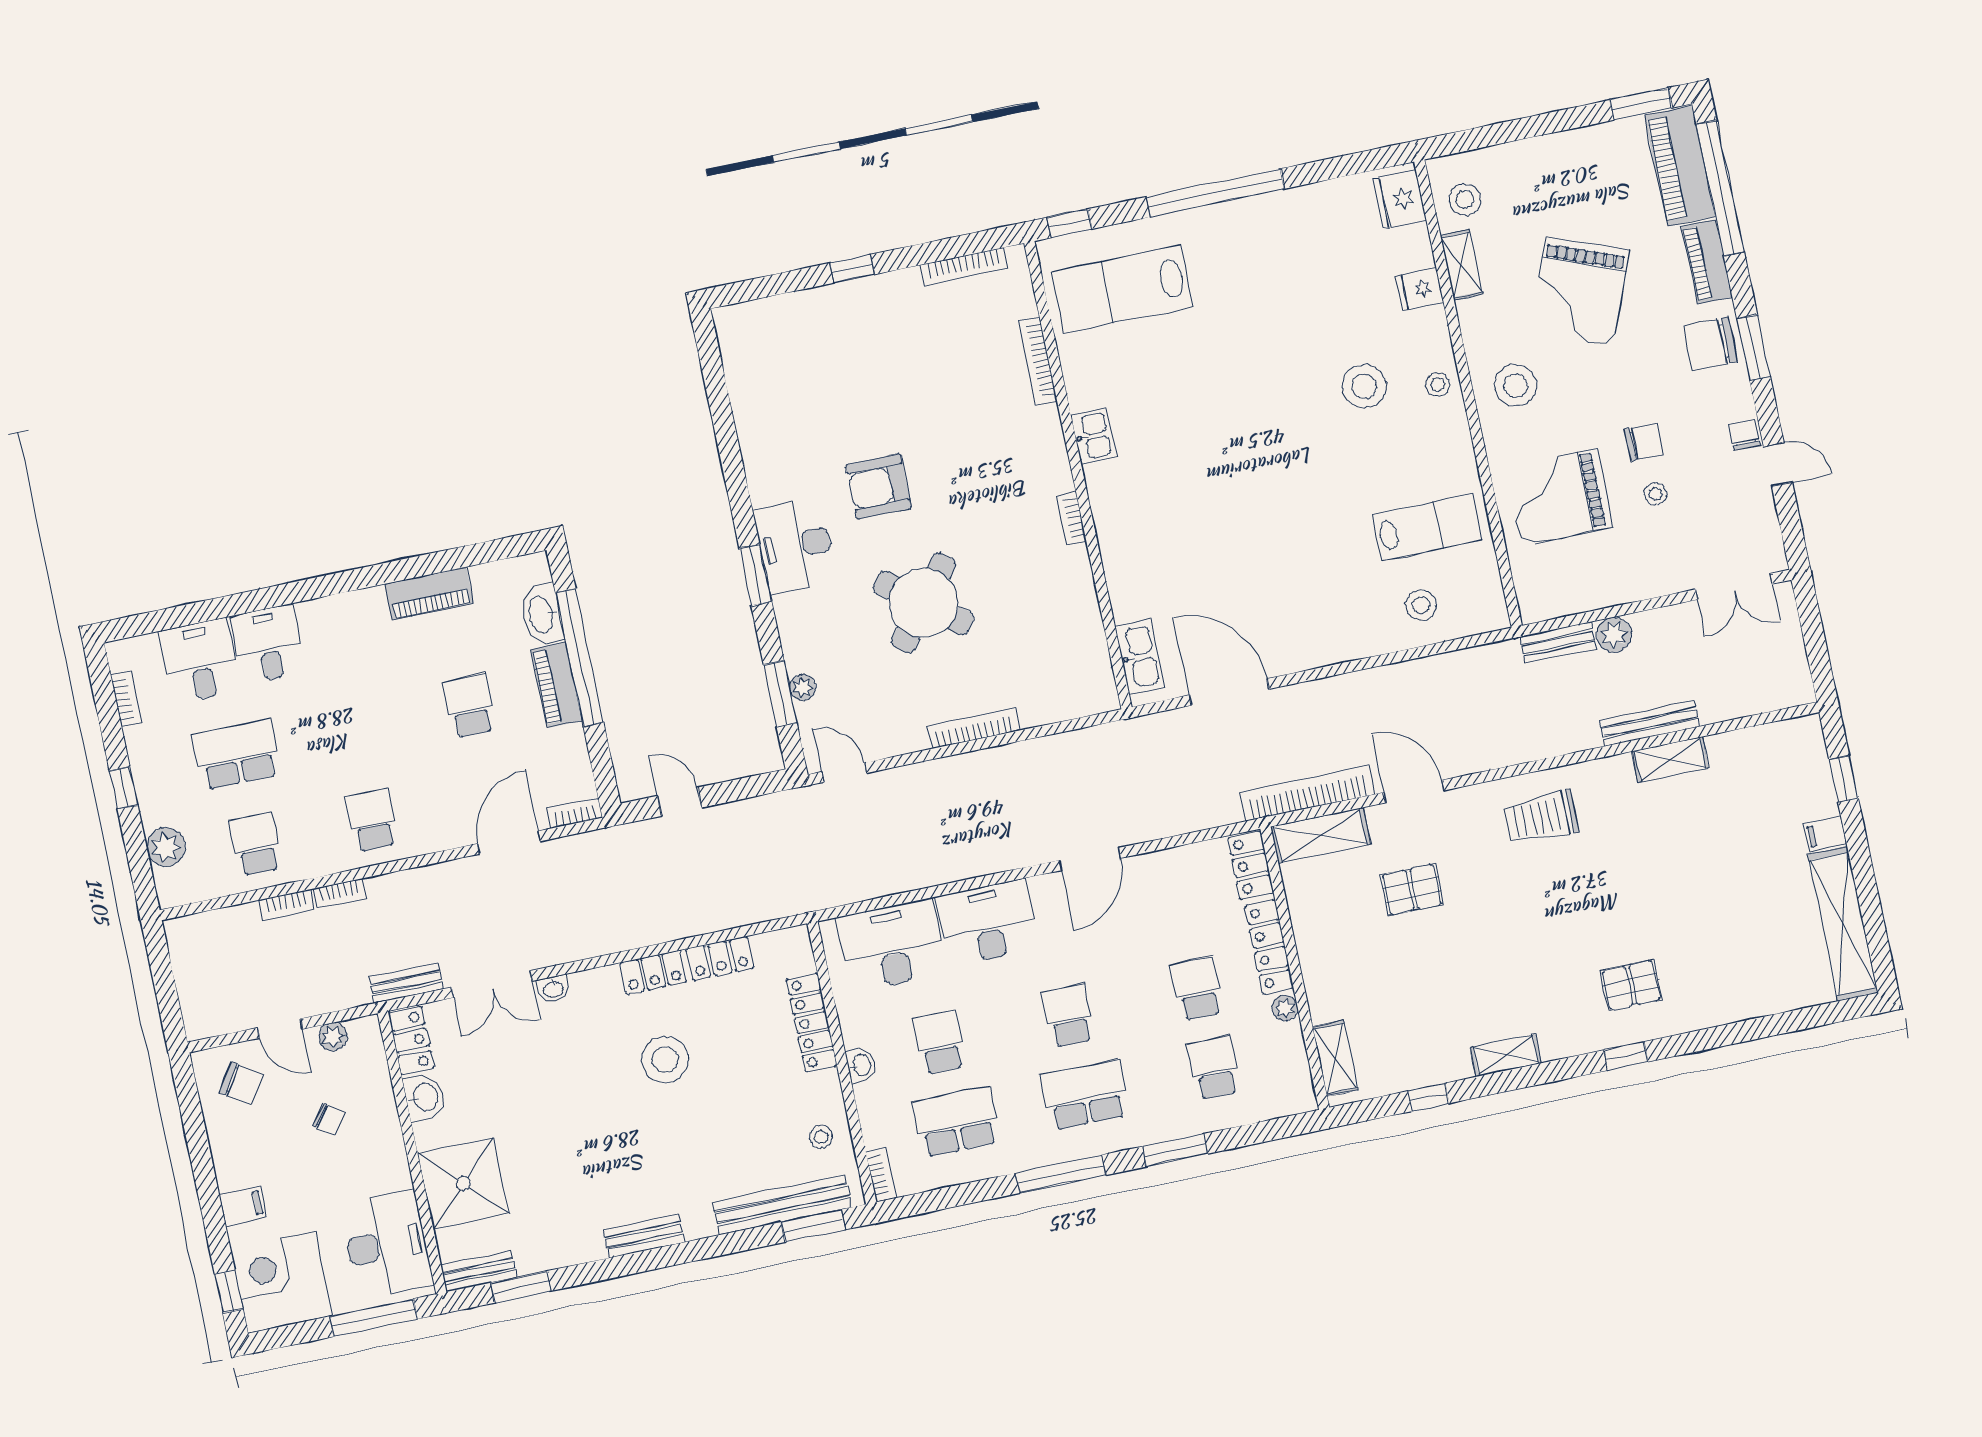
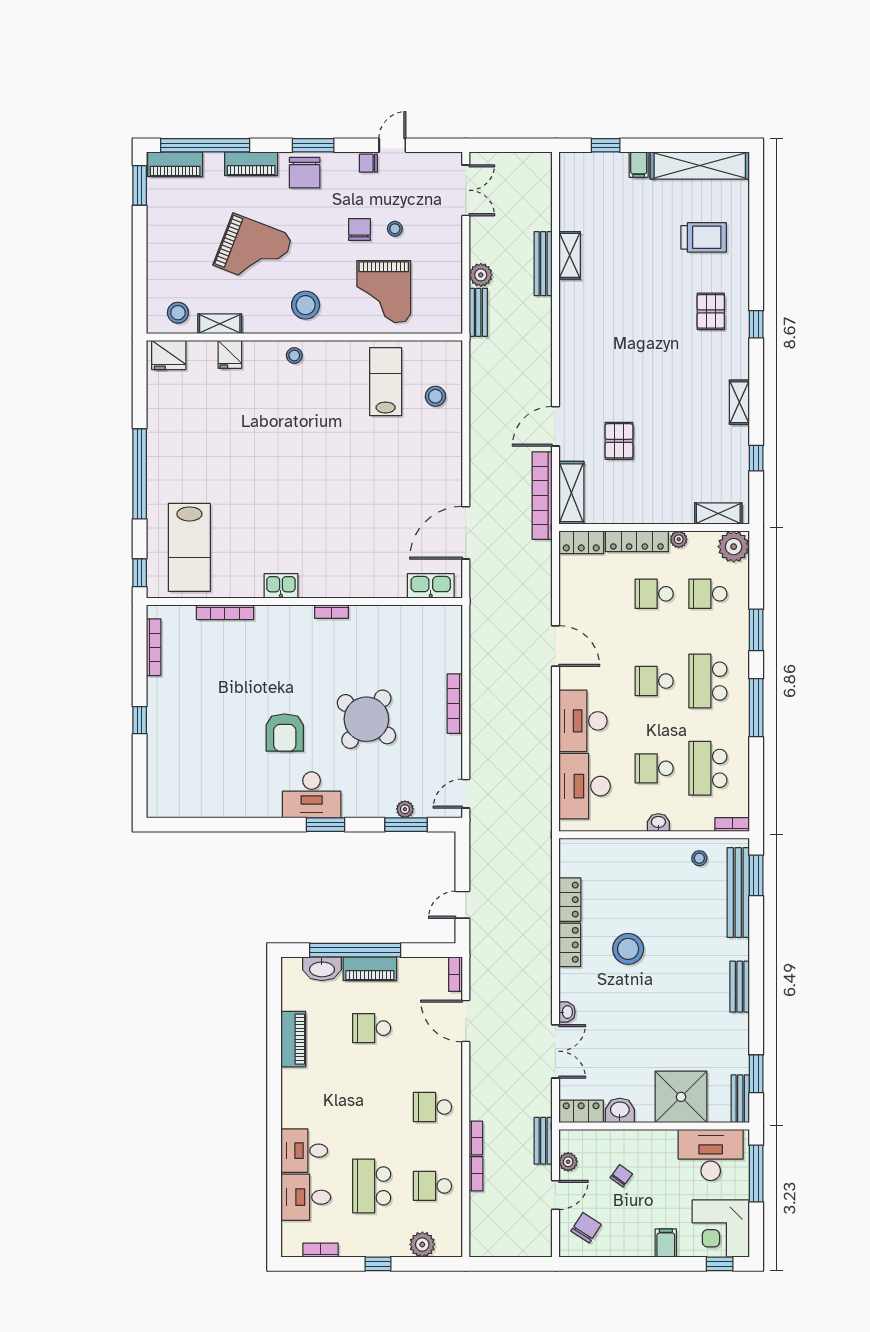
piano: (1680, 166) -> (175, 164), width x0.73, depth x0.75
stool: (1364, 386) -> (286, 404), removed
trolley: (1541, 817) -> (704, 237), moved, turned -90
bench: (406, 983) -> (543, 1141), moved
locker: (812, 1023) -> (624, 849), removed
plant: (1291, 1091) -> (734, 547), added

